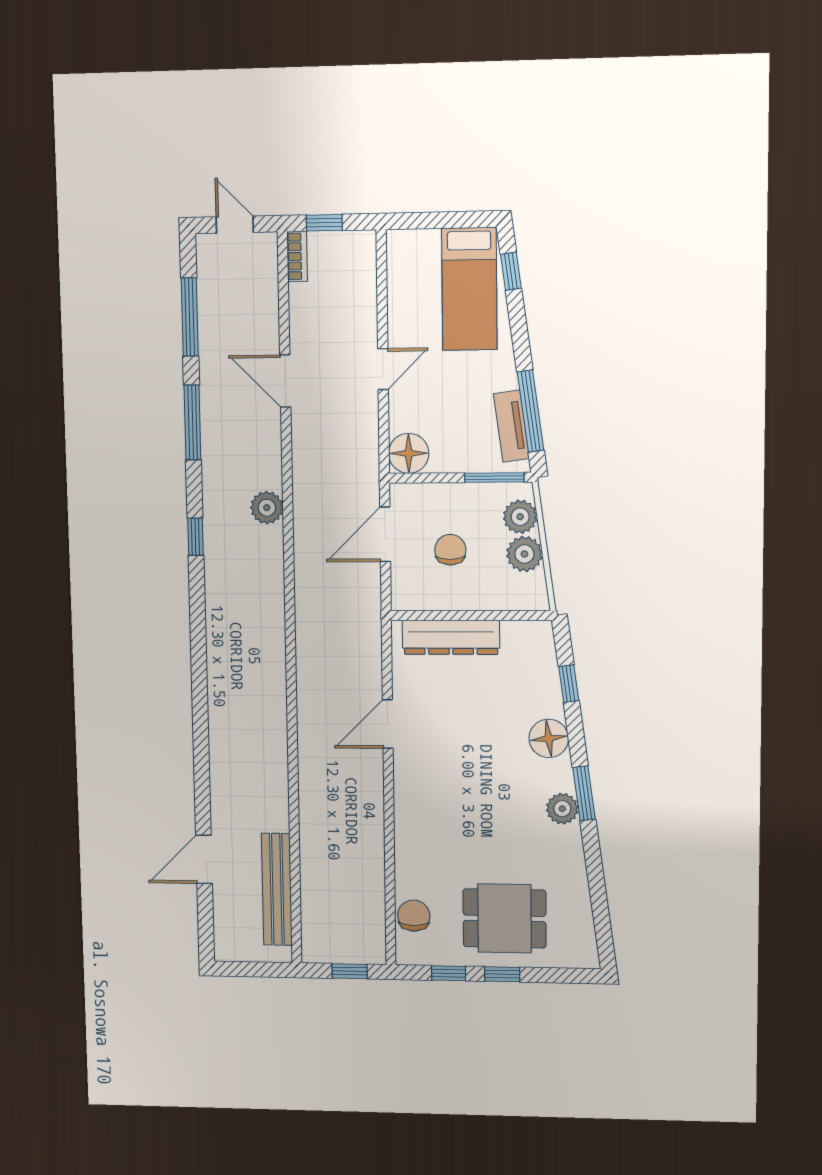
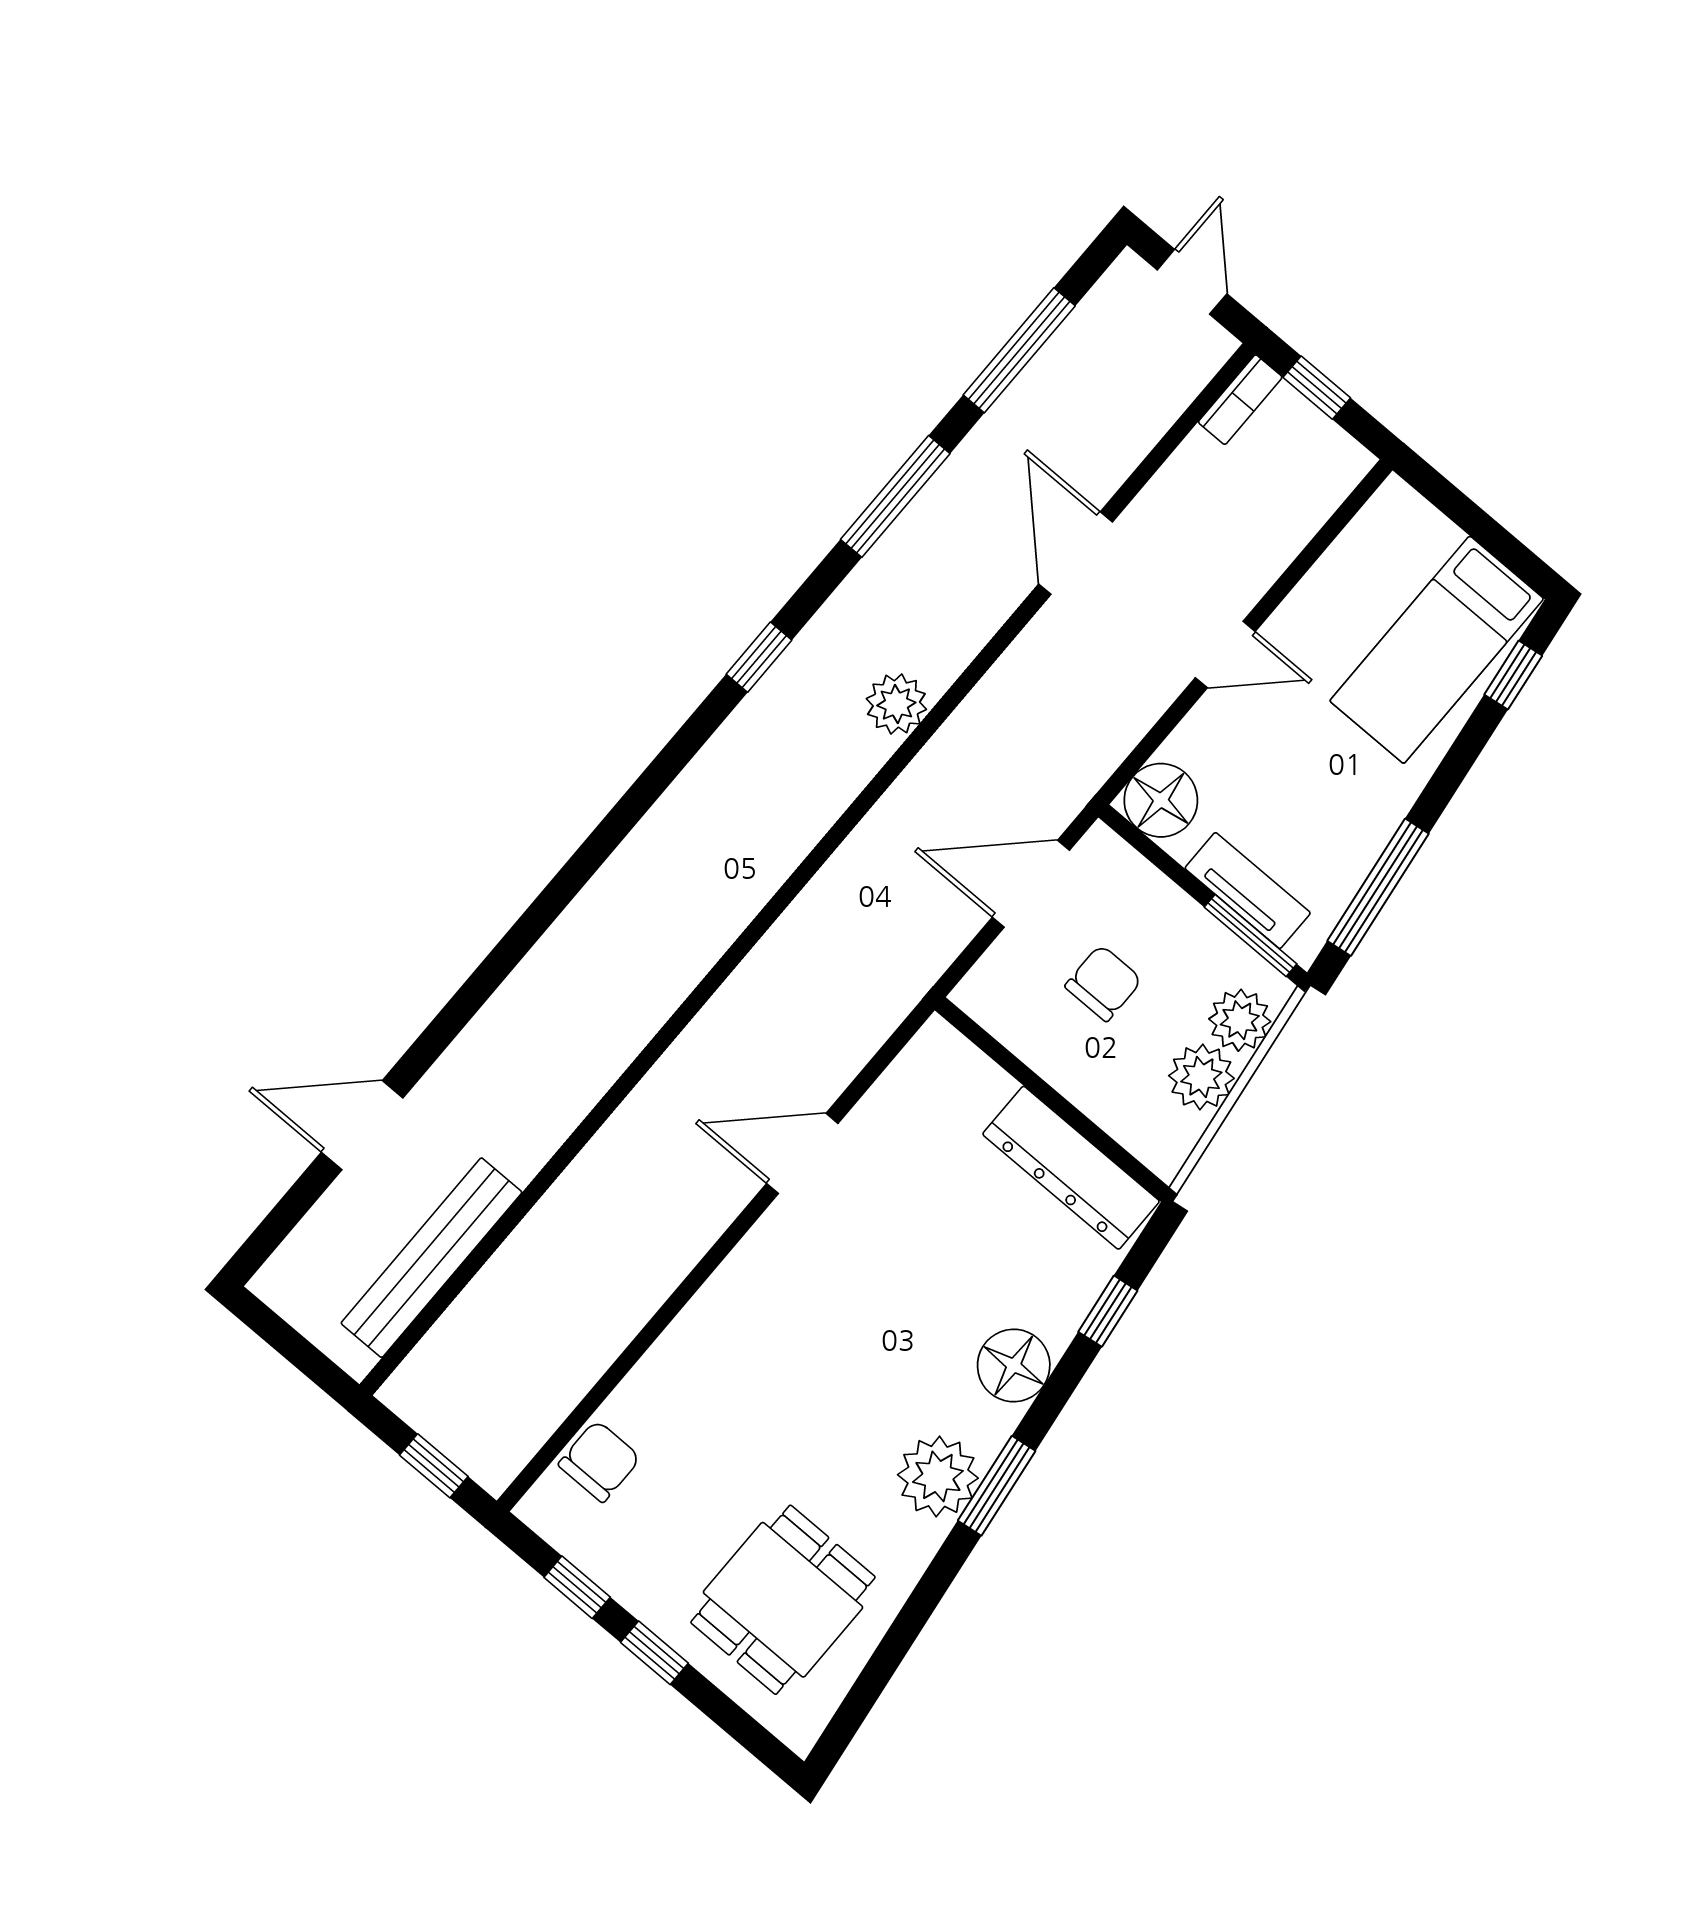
tv unit: (511, 426) -> (1248, 891), moved, turned 98
dresser: (451, 637) -> (1071, 1168), moved
plant: (562, 809) -> (938, 1476), width x1.36, depth x1.36
dining table: (504, 918) -> (783, 1600), moved, turned 90

